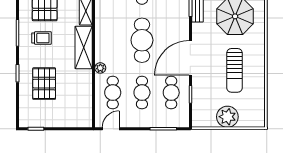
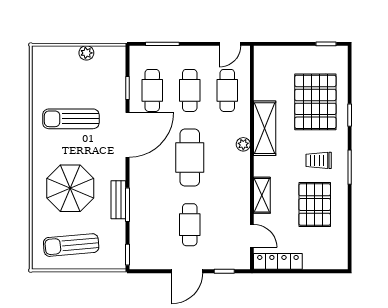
shelving: (84, 47) -> (265, 128), moved
plant: (100, 68) -> (243, 144), moved
sun lounger: (234, 70) -> (71, 119), turned -90
pallet: (44, 84) -> (315, 102), width x1.37, depth x1.41
plant: (227, 117) -> (86, 53), width x0.53, depth x0.53

